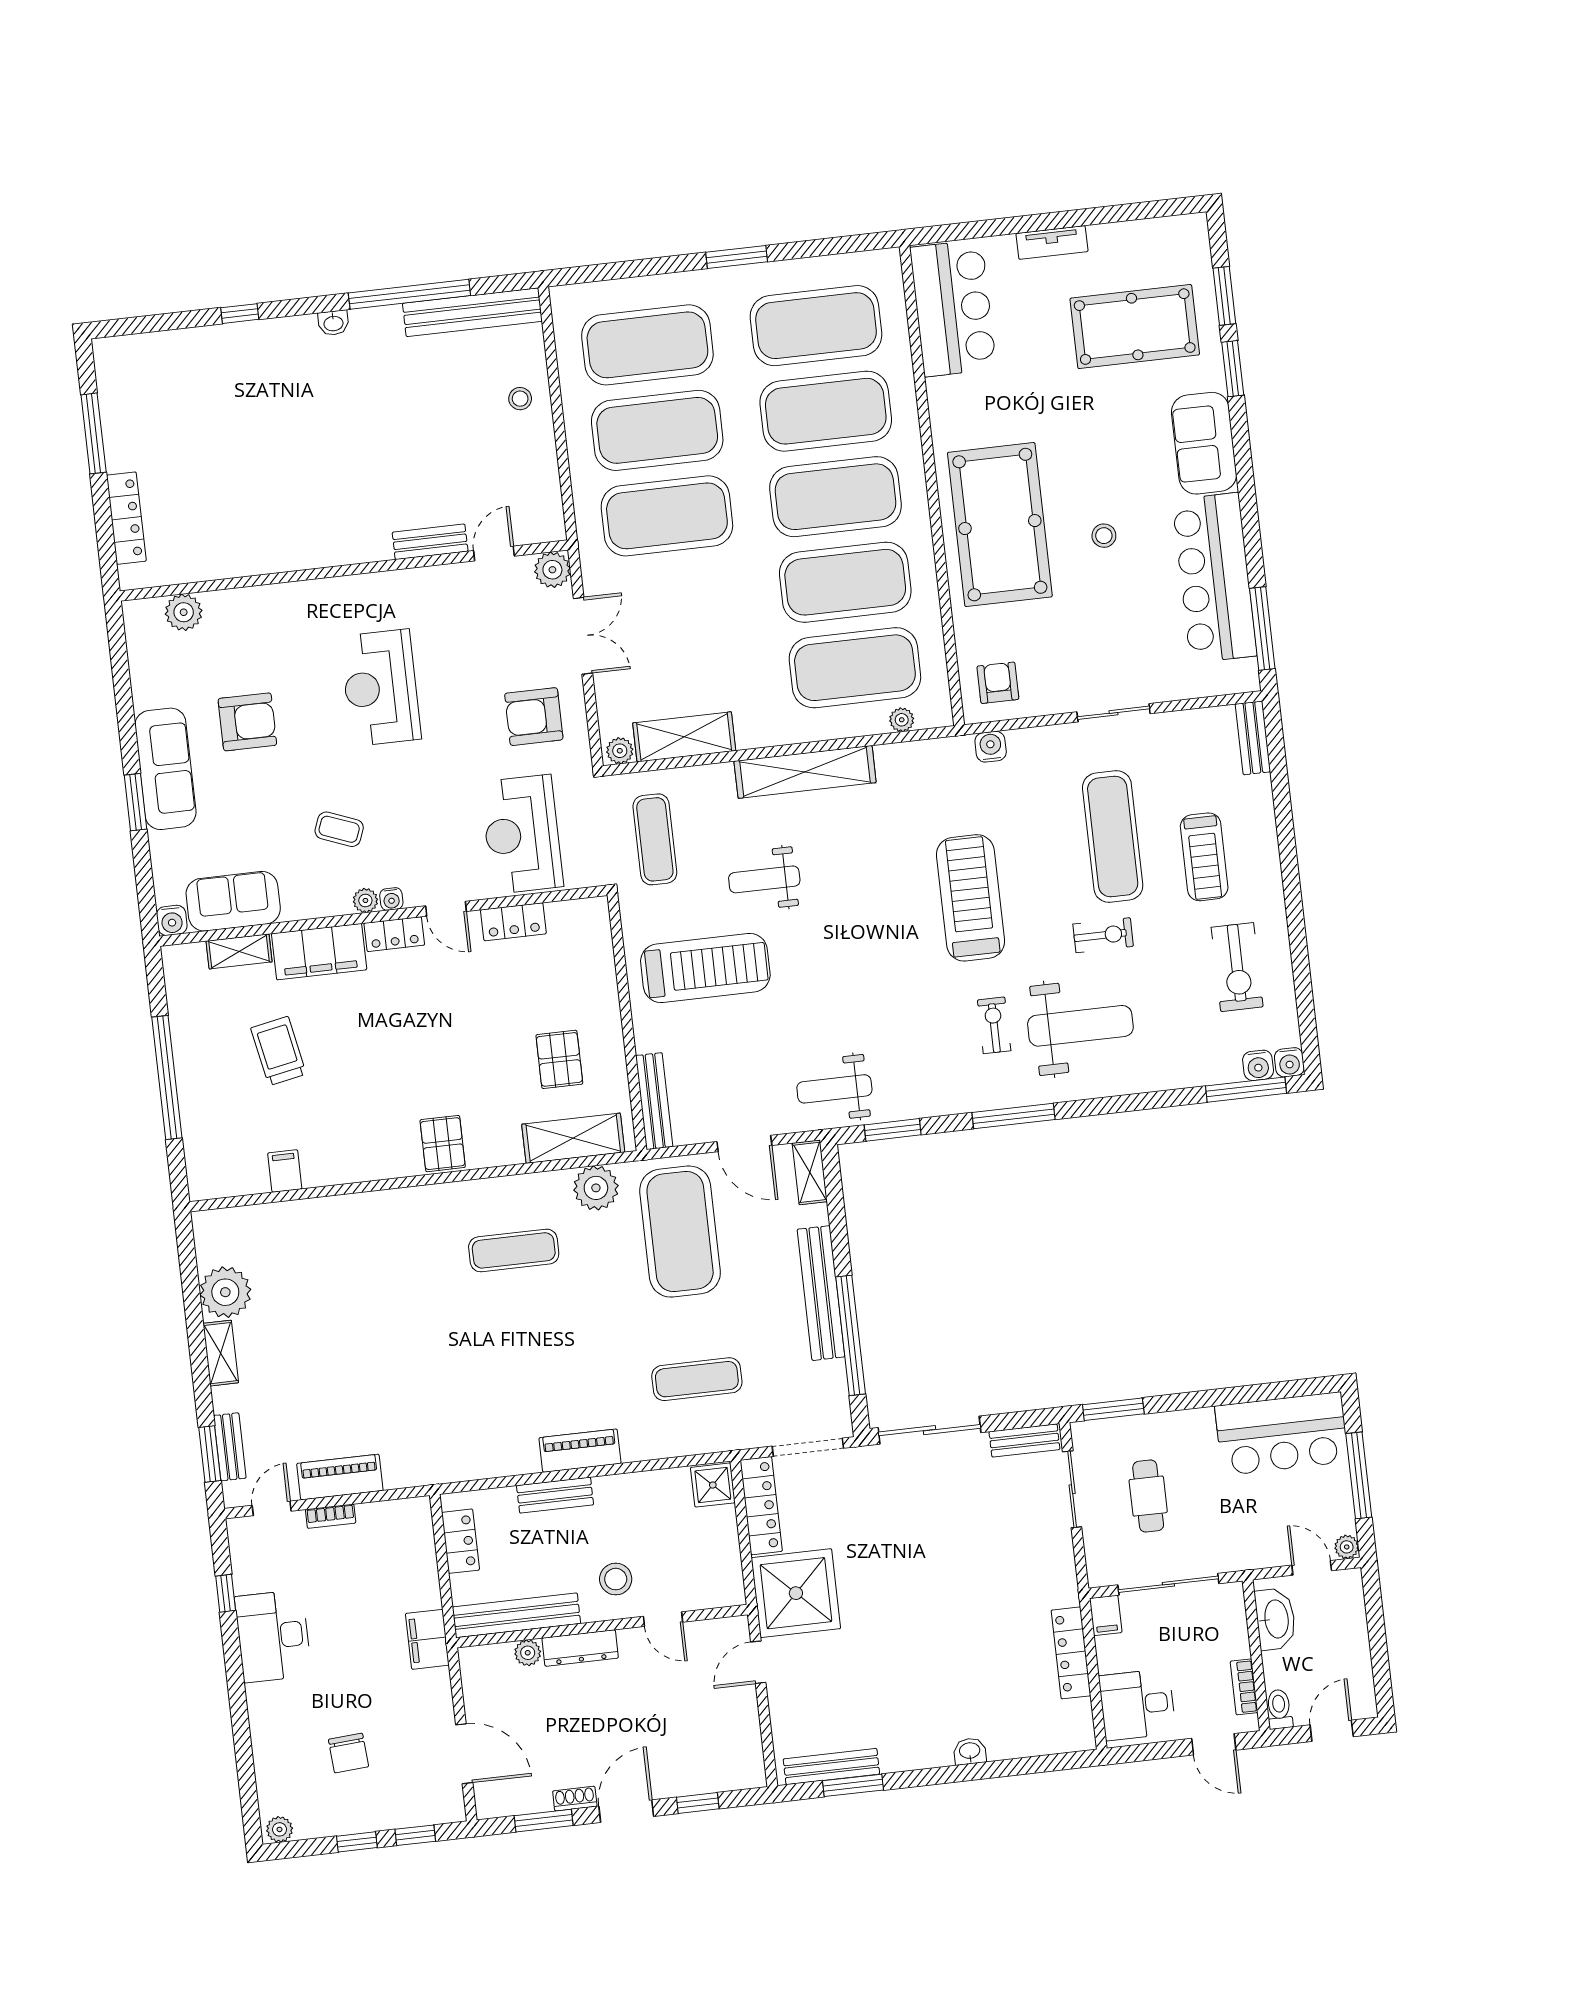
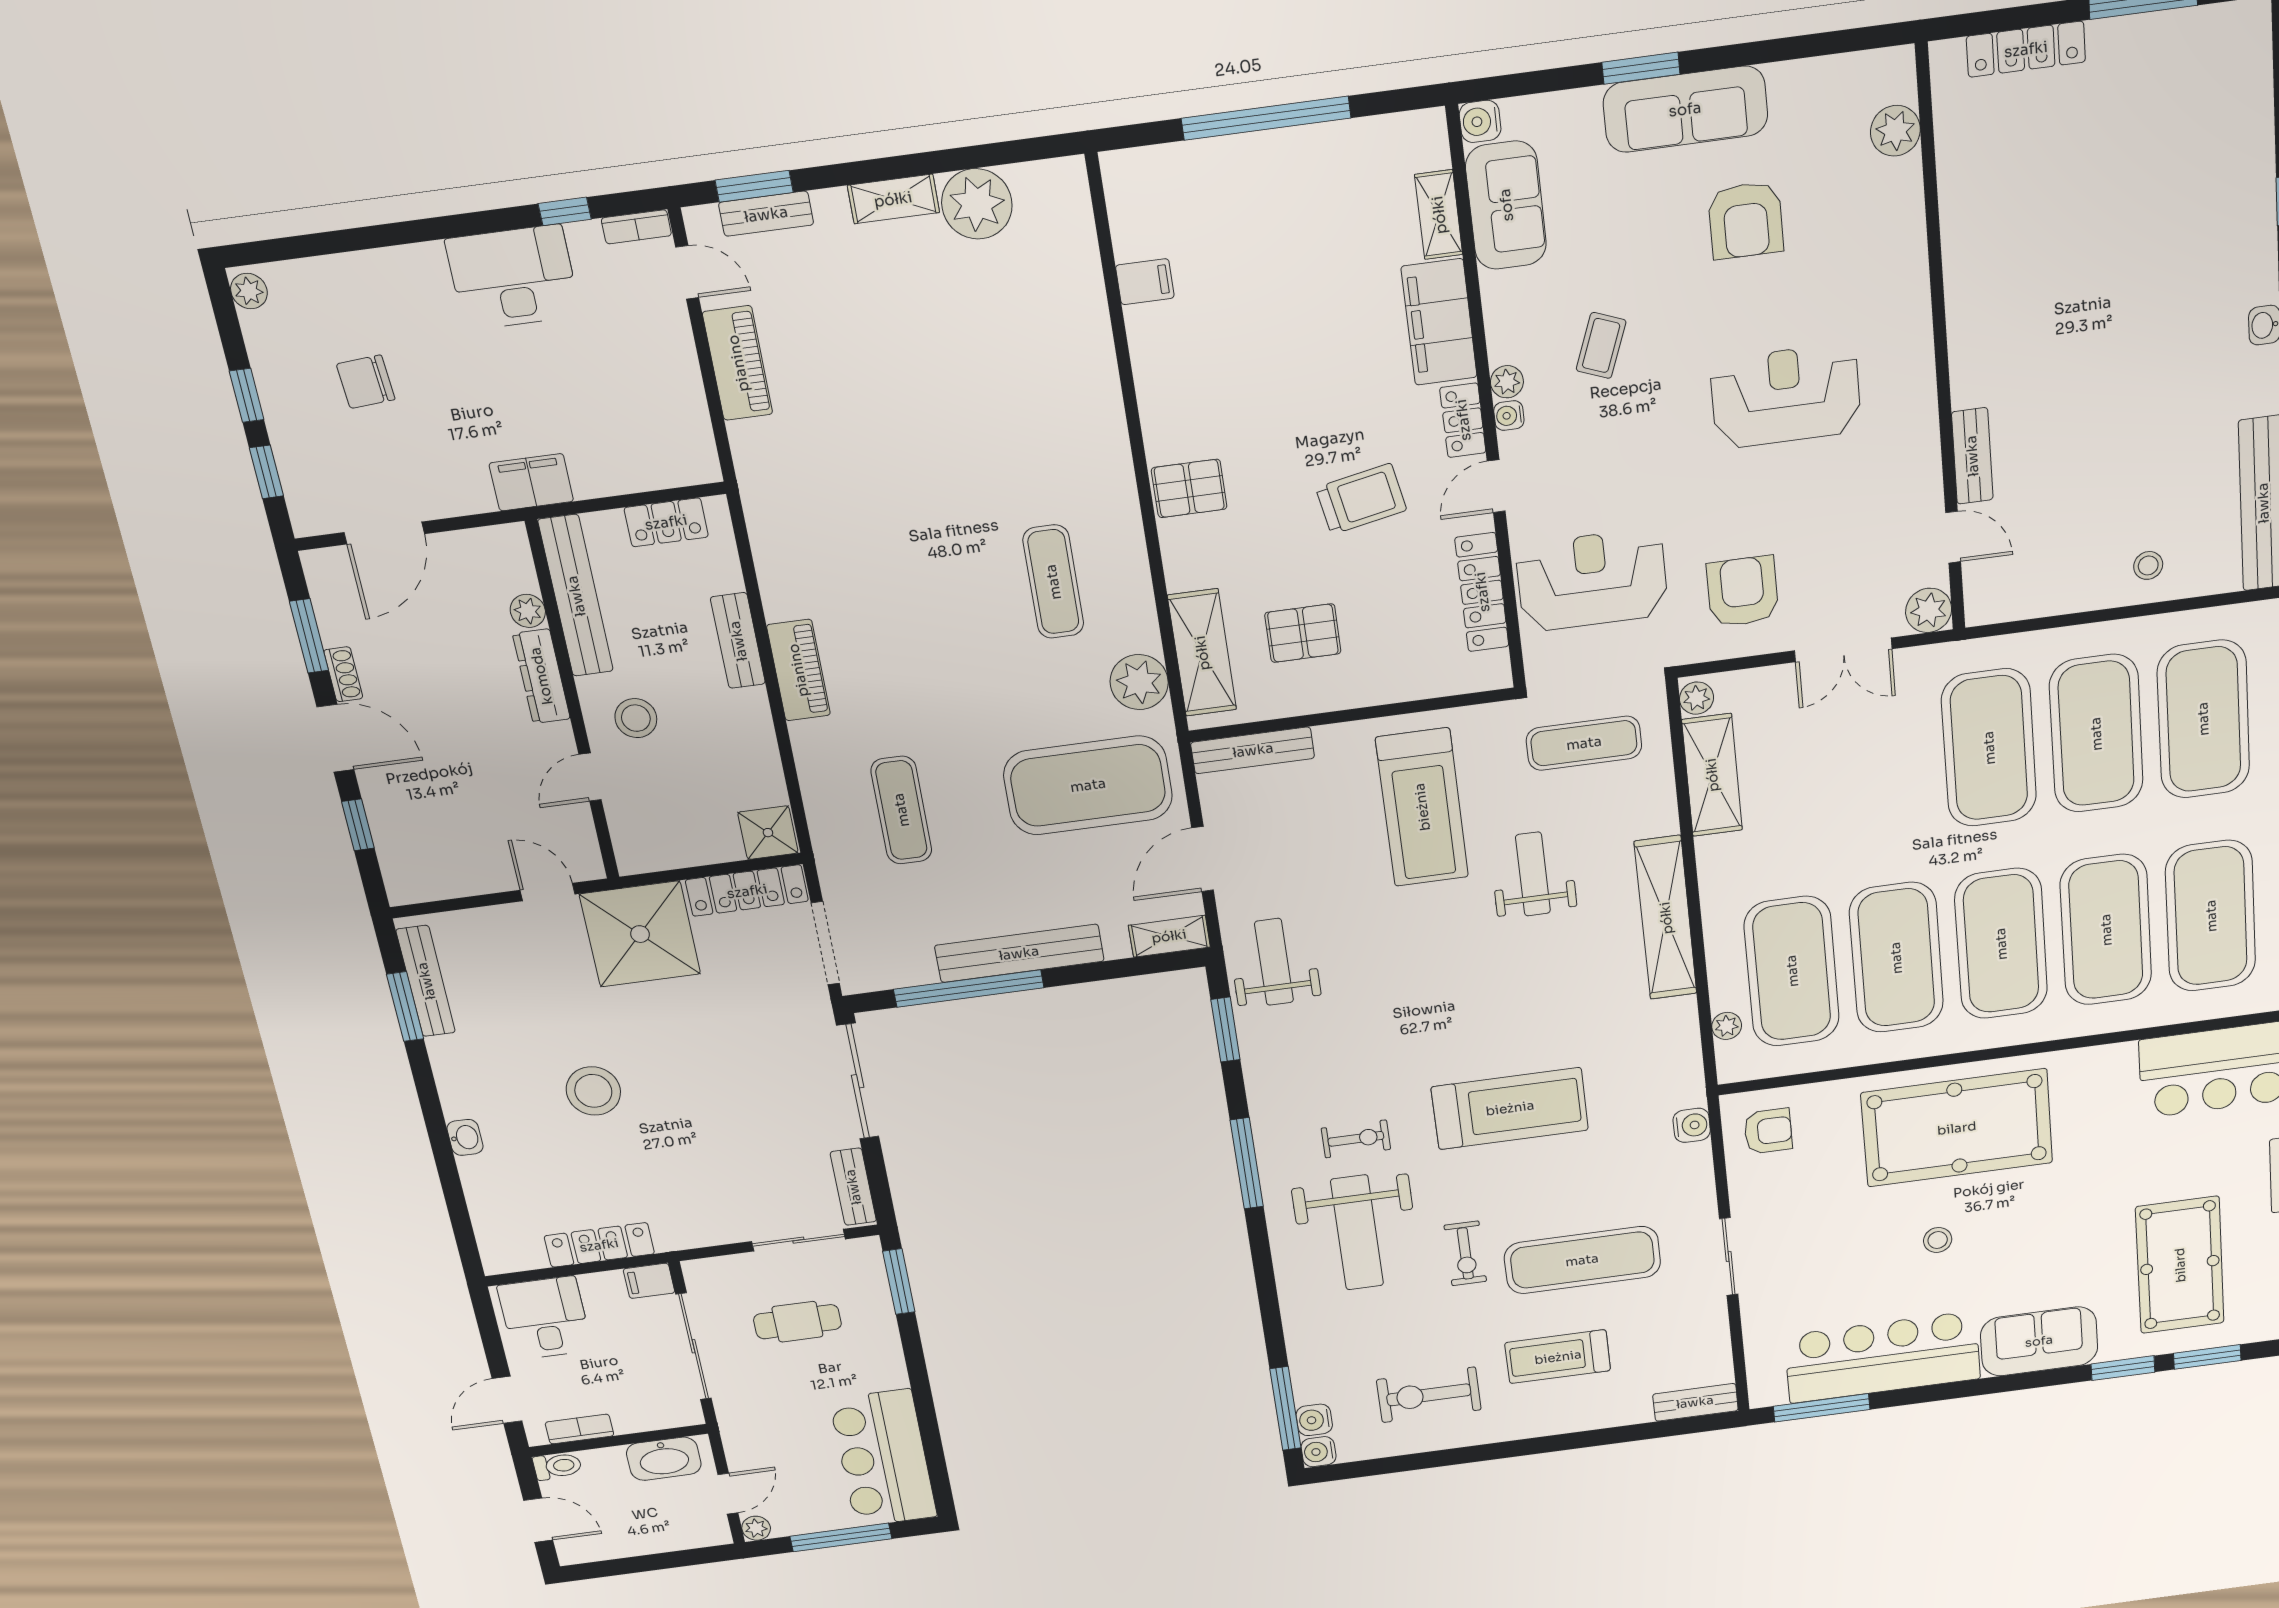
locker: (513, 922) -> (1482, 592), width x1.53
trolley: (278, 1051) -> (1361, 499), moved
bookcase: (331, 1516) -> (636, 227), moved, turned -90
stool: (931, 1644) -> (593, 1091), added

